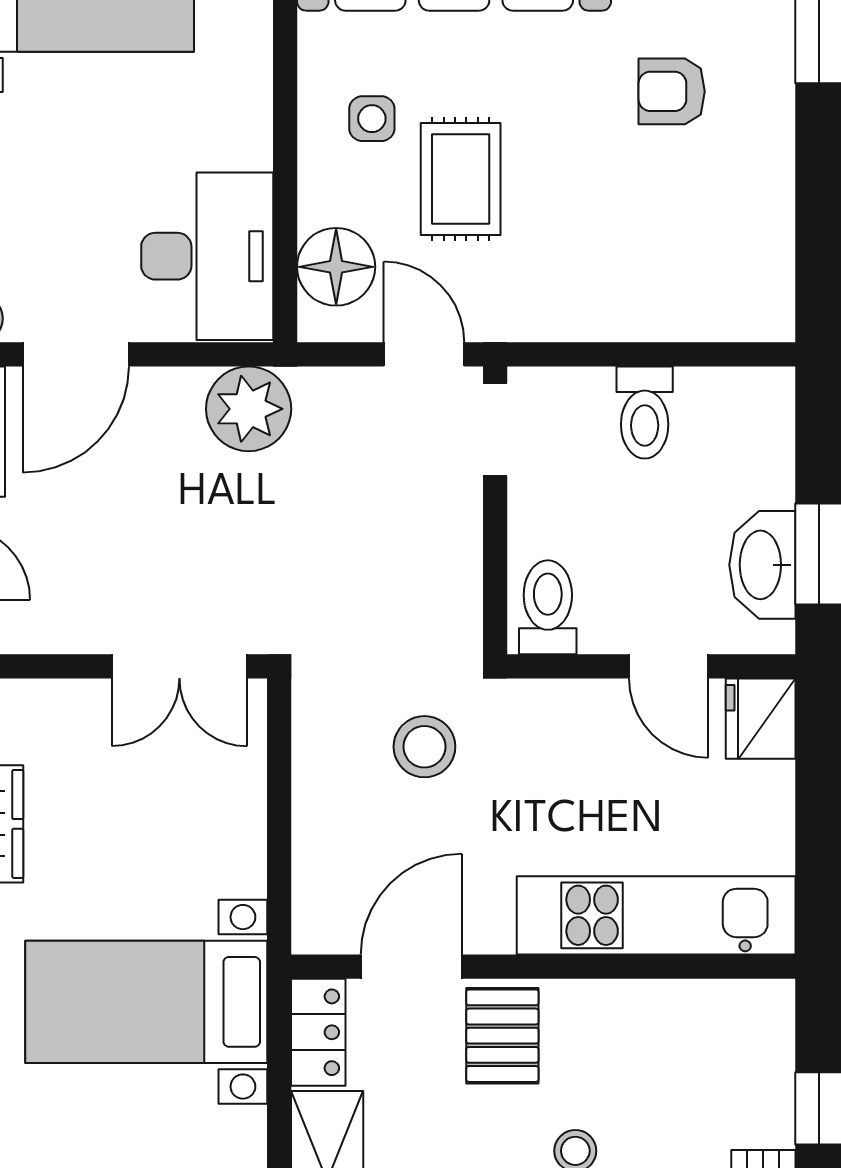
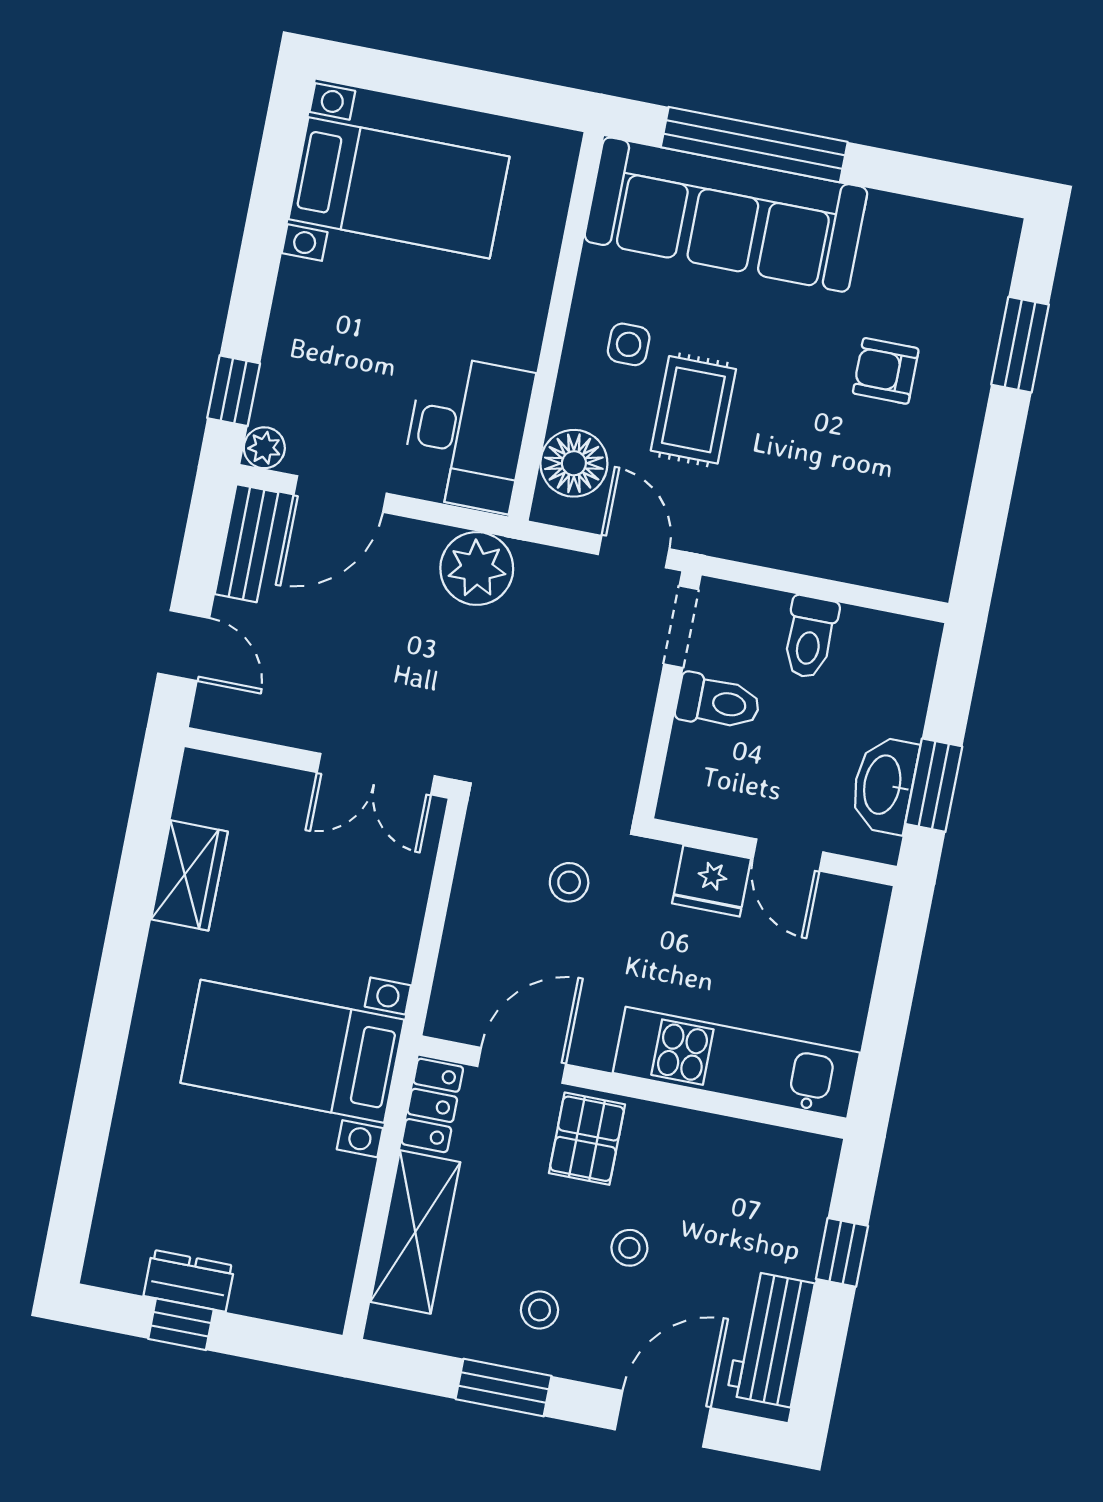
toilet: (548, 607) -> (718, 702), moved, turned 90
fridge: (761, 719) -> (712, 881), moved, turned -90
stool: (424, 747) -> (569, 882), width x0.73, depth x0.73

